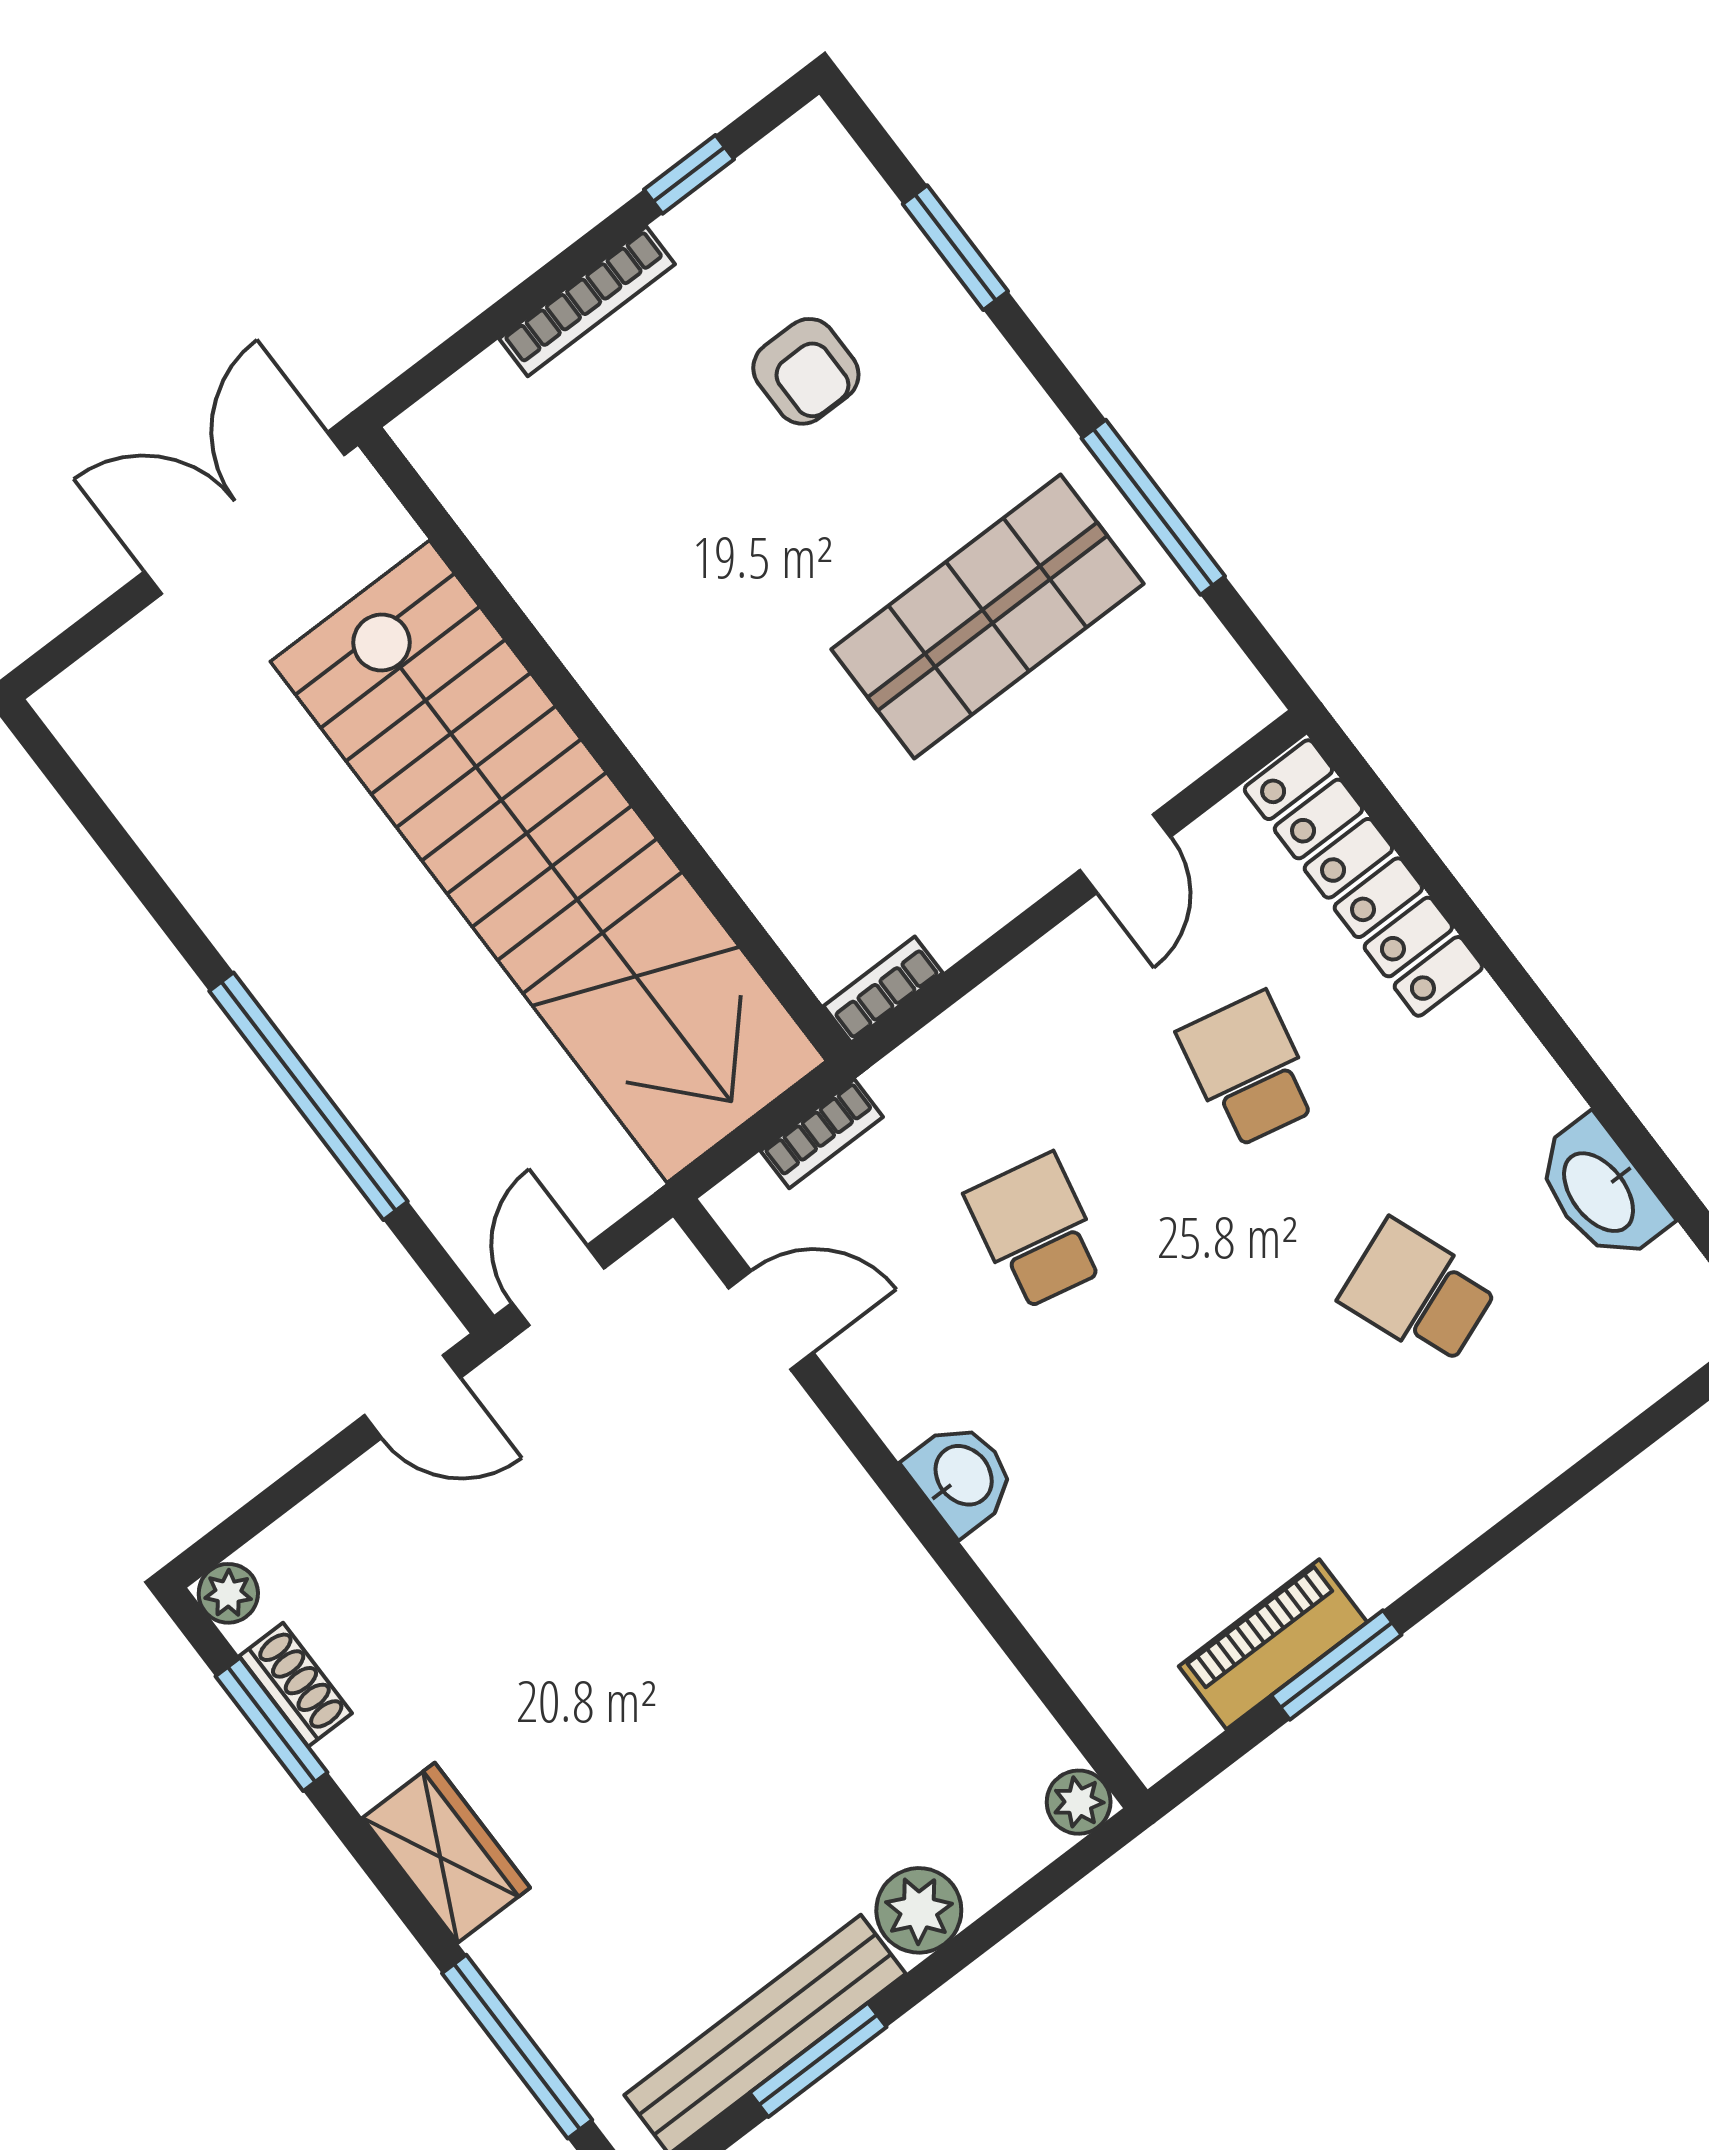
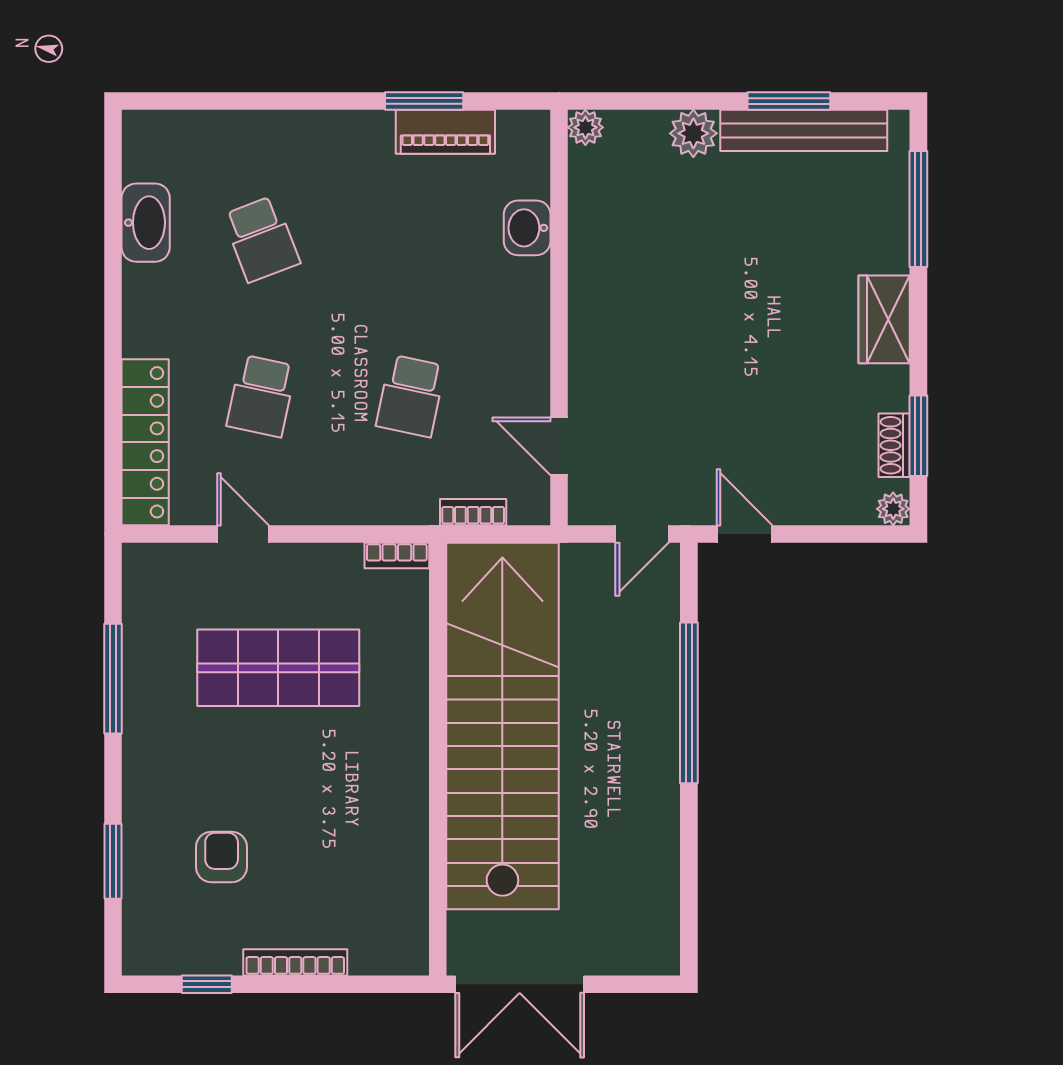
shop shelf: (987, 616) -> (278, 668), moved
door: (1125, 854) -> (243, 534), hinge flipped
washbasin: (962, 1477) -> (527, 228), moved

